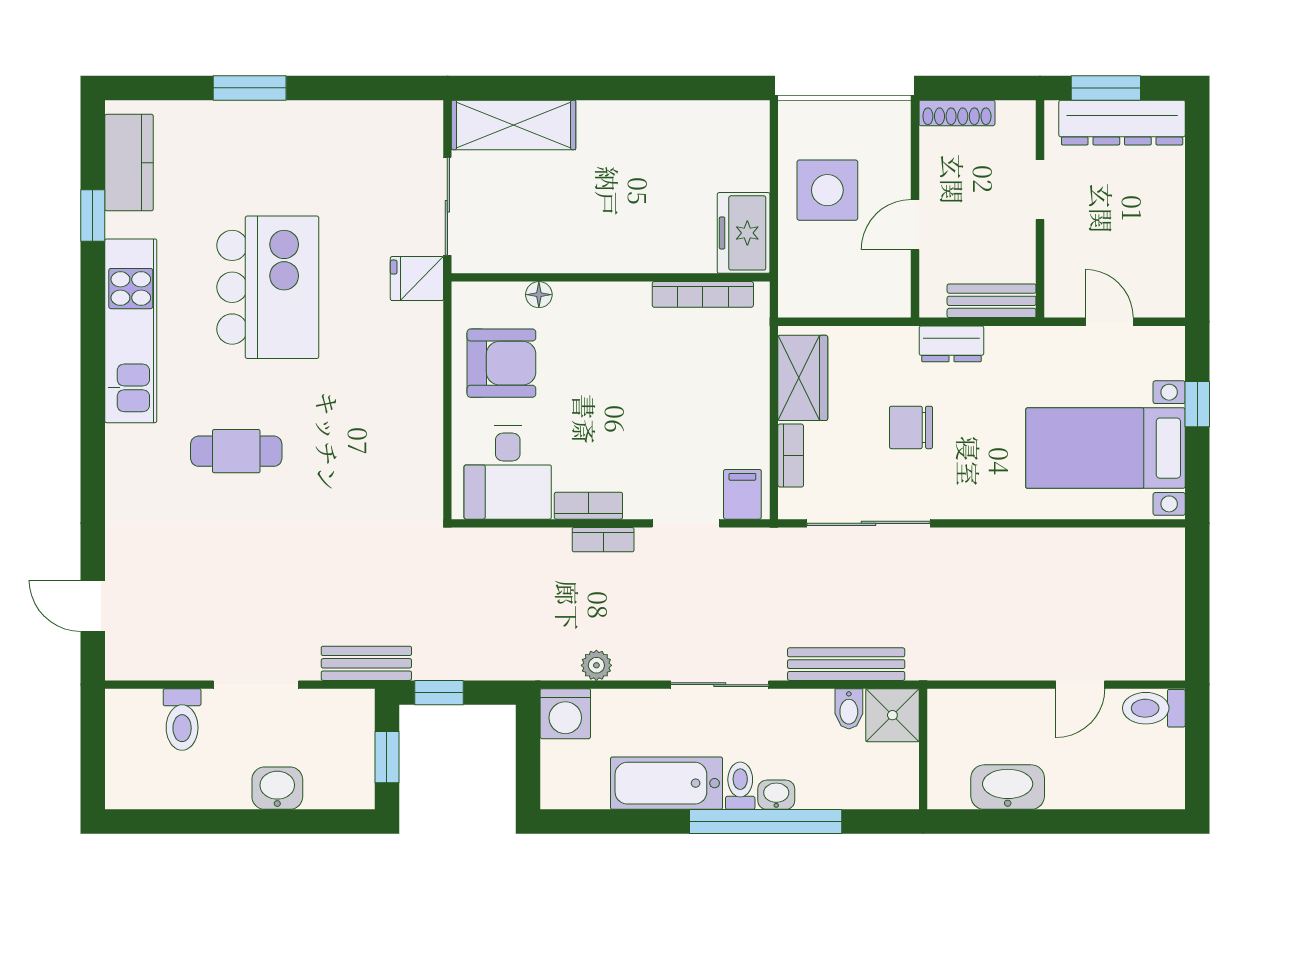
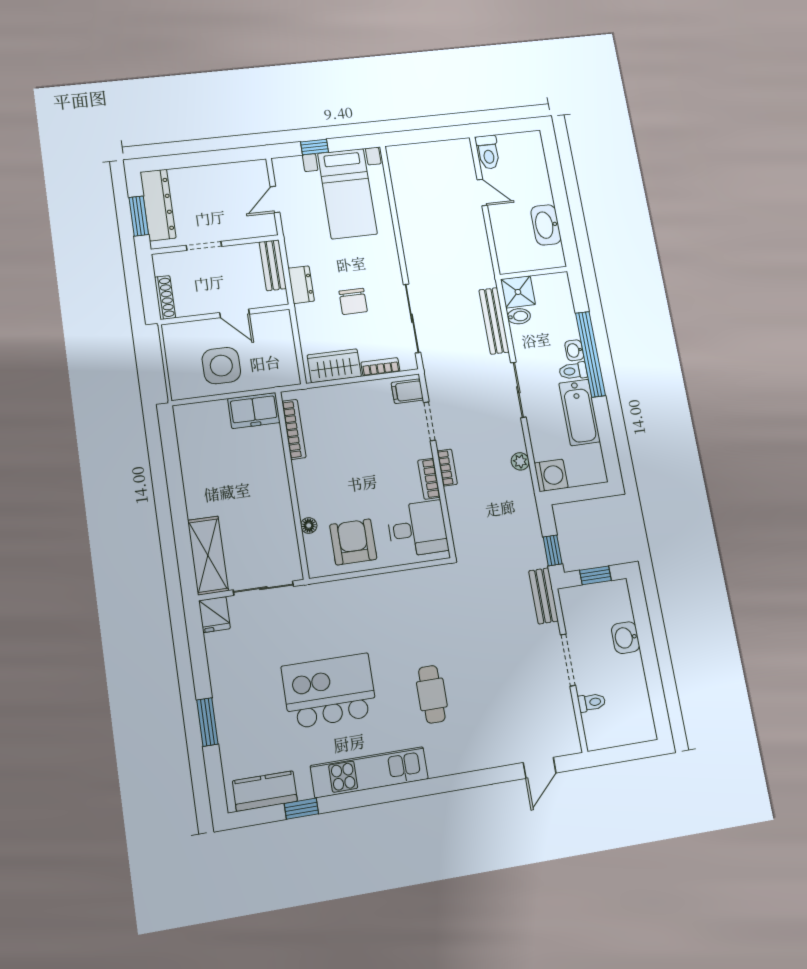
fridge: (417, 279) -> (214, 615), moved
toilet: (182, 719) -> (592, 702), width x0.73, depth x0.72

